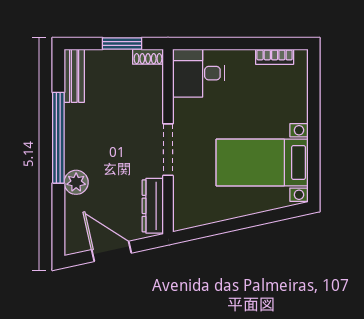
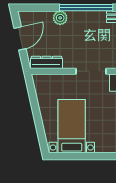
doorway: (168, 150) -> (91, 71), moved

